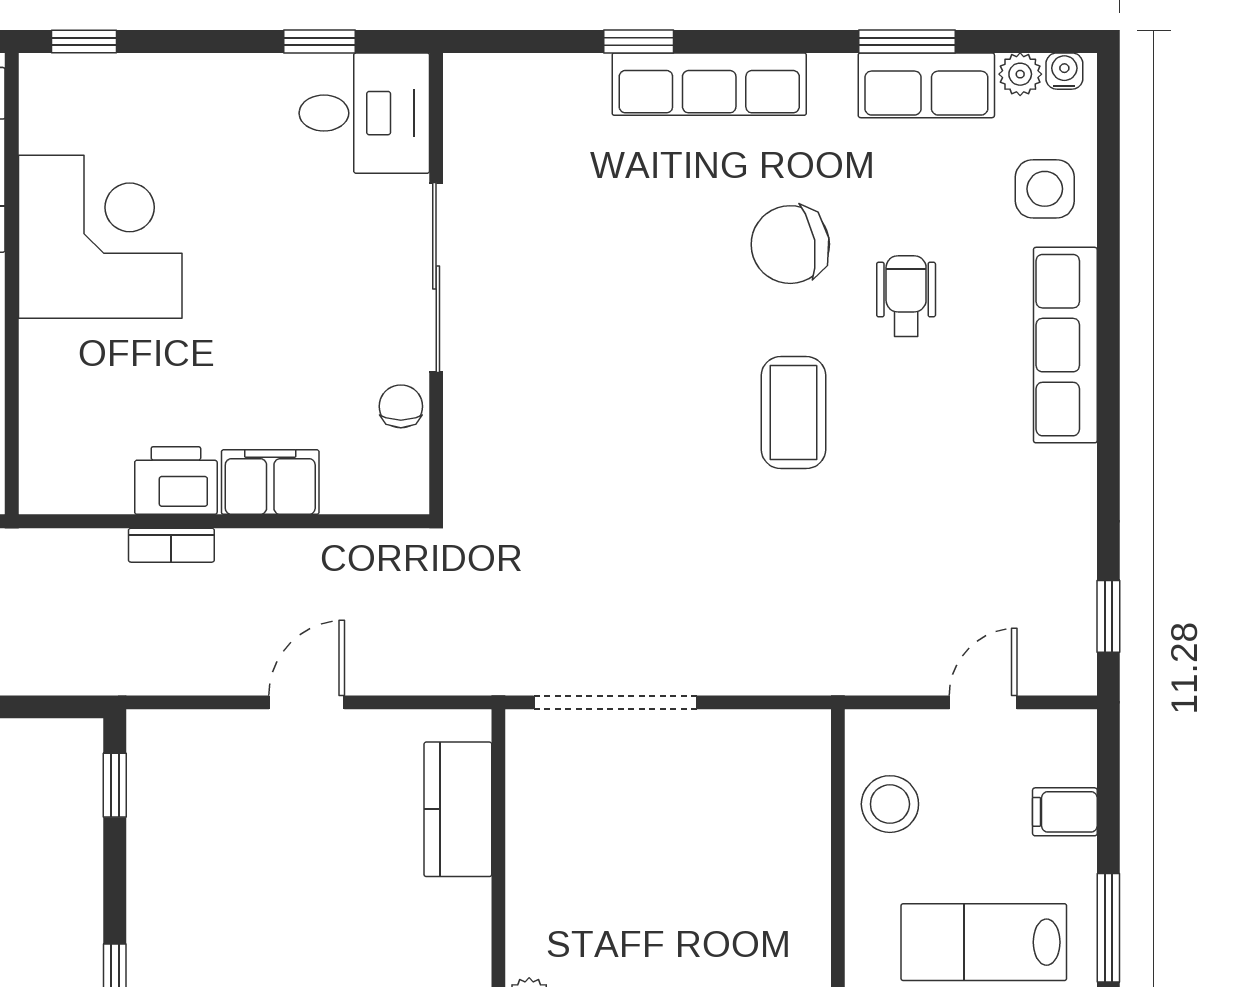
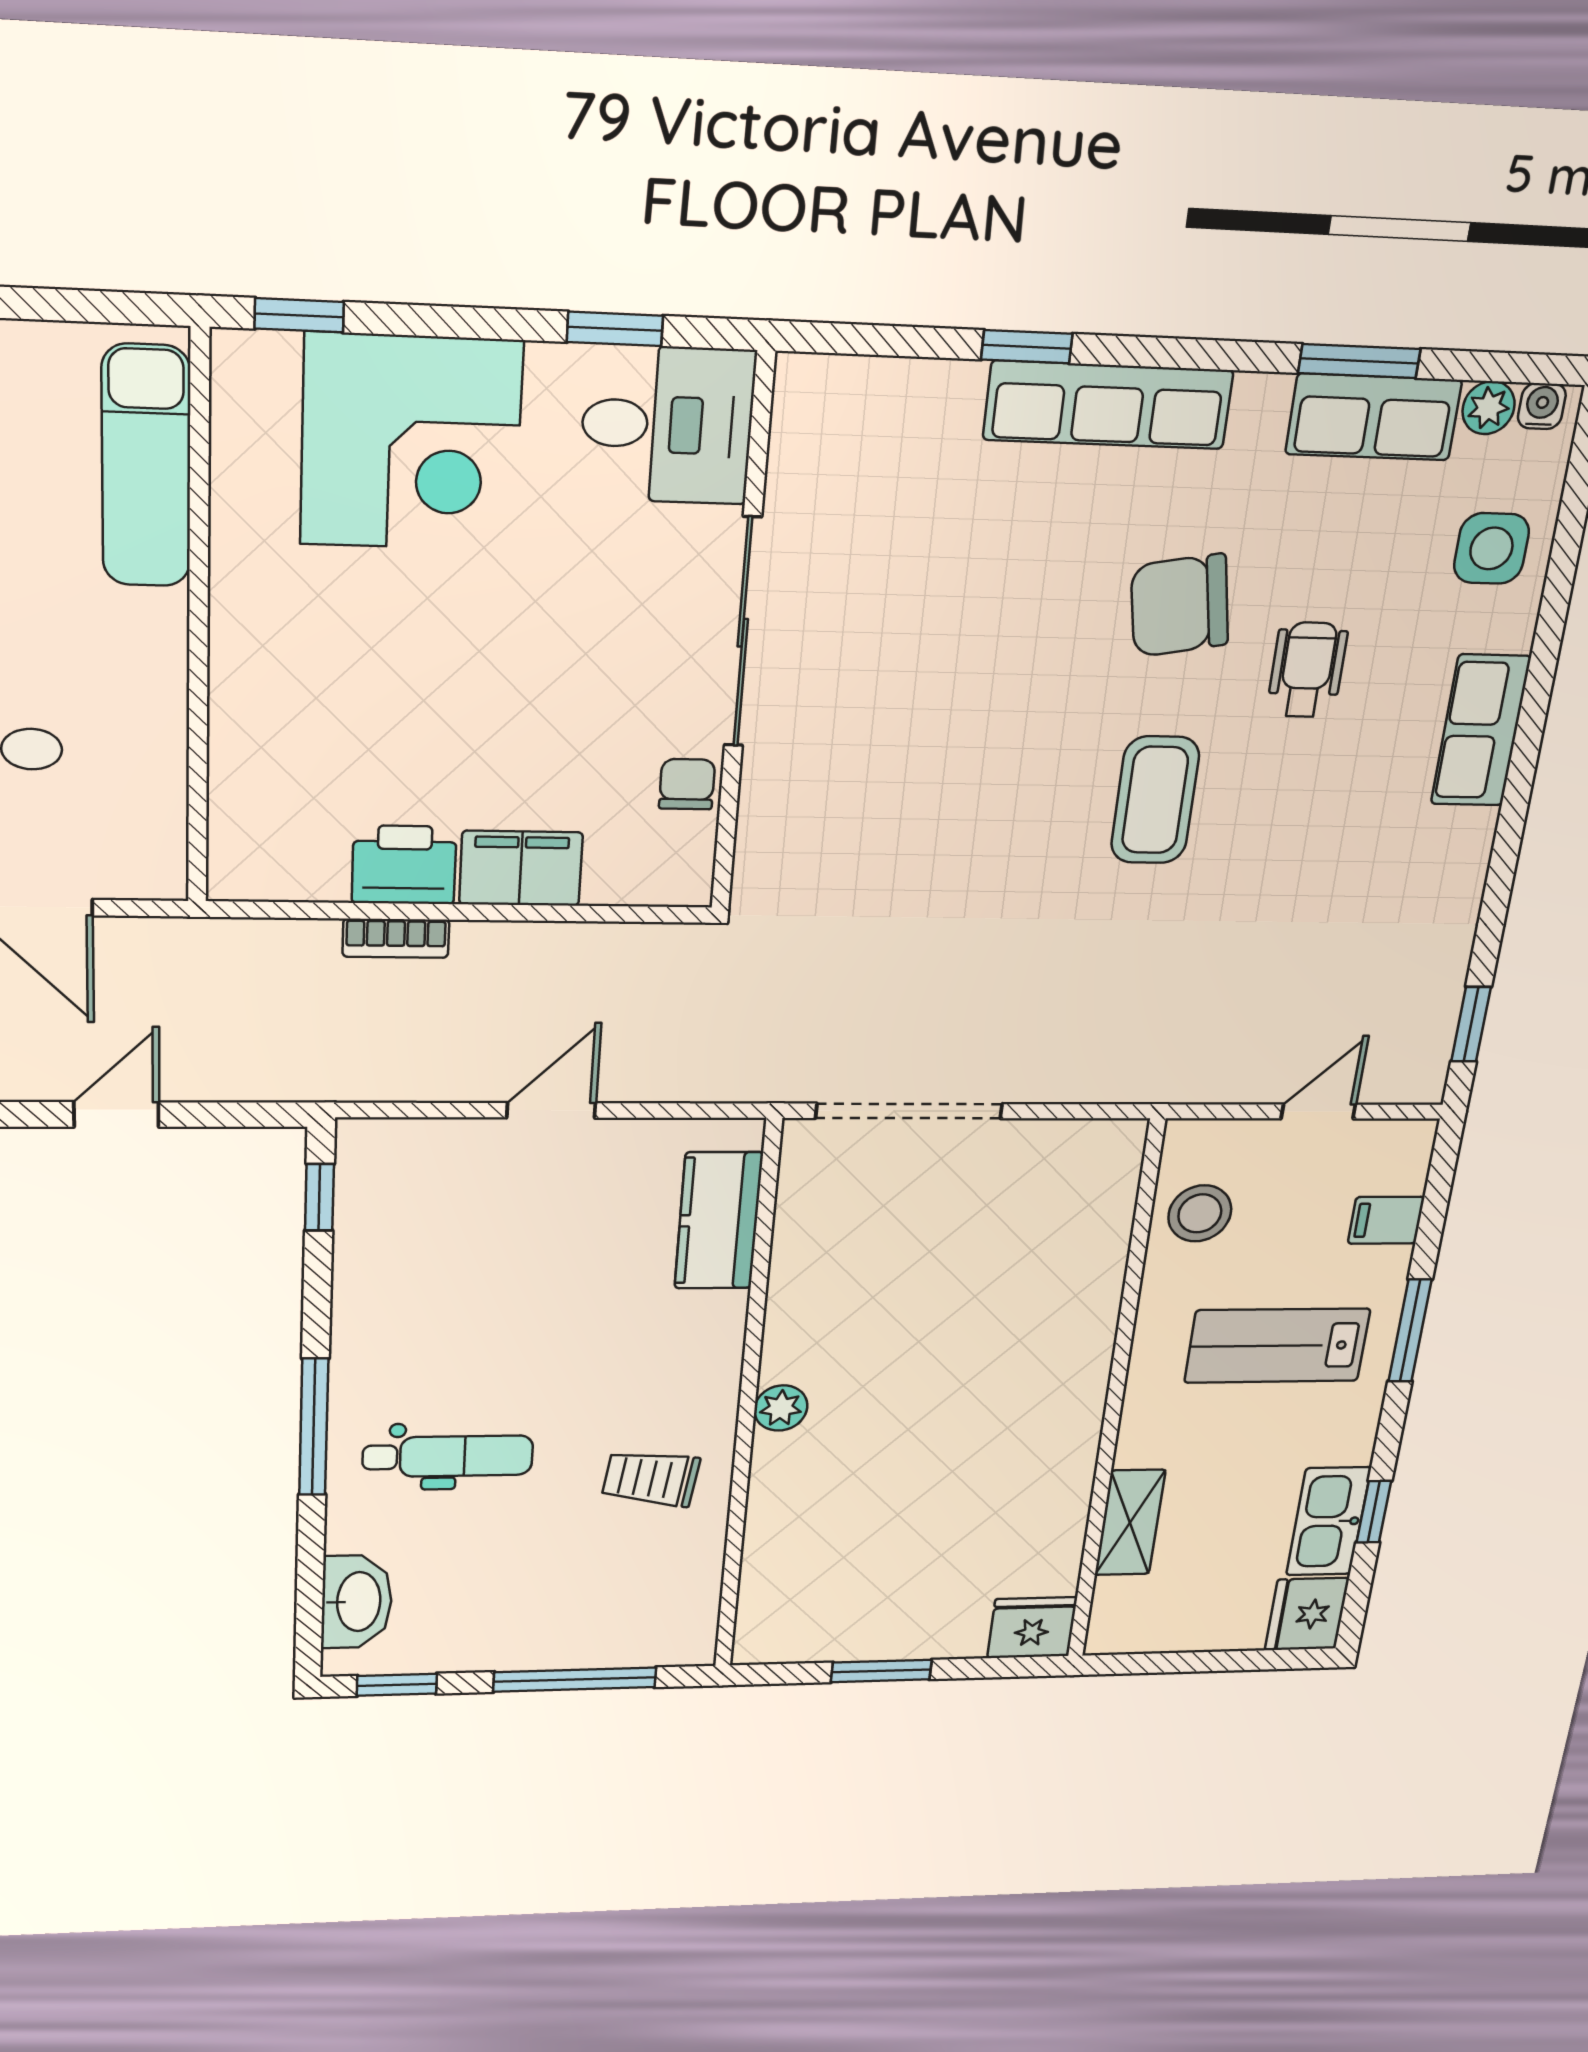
corner desk: (100, 237) -> (411, 443), moved, turned 90
row of seats: (1065, 345) -> (1481, 730), width x0.68

